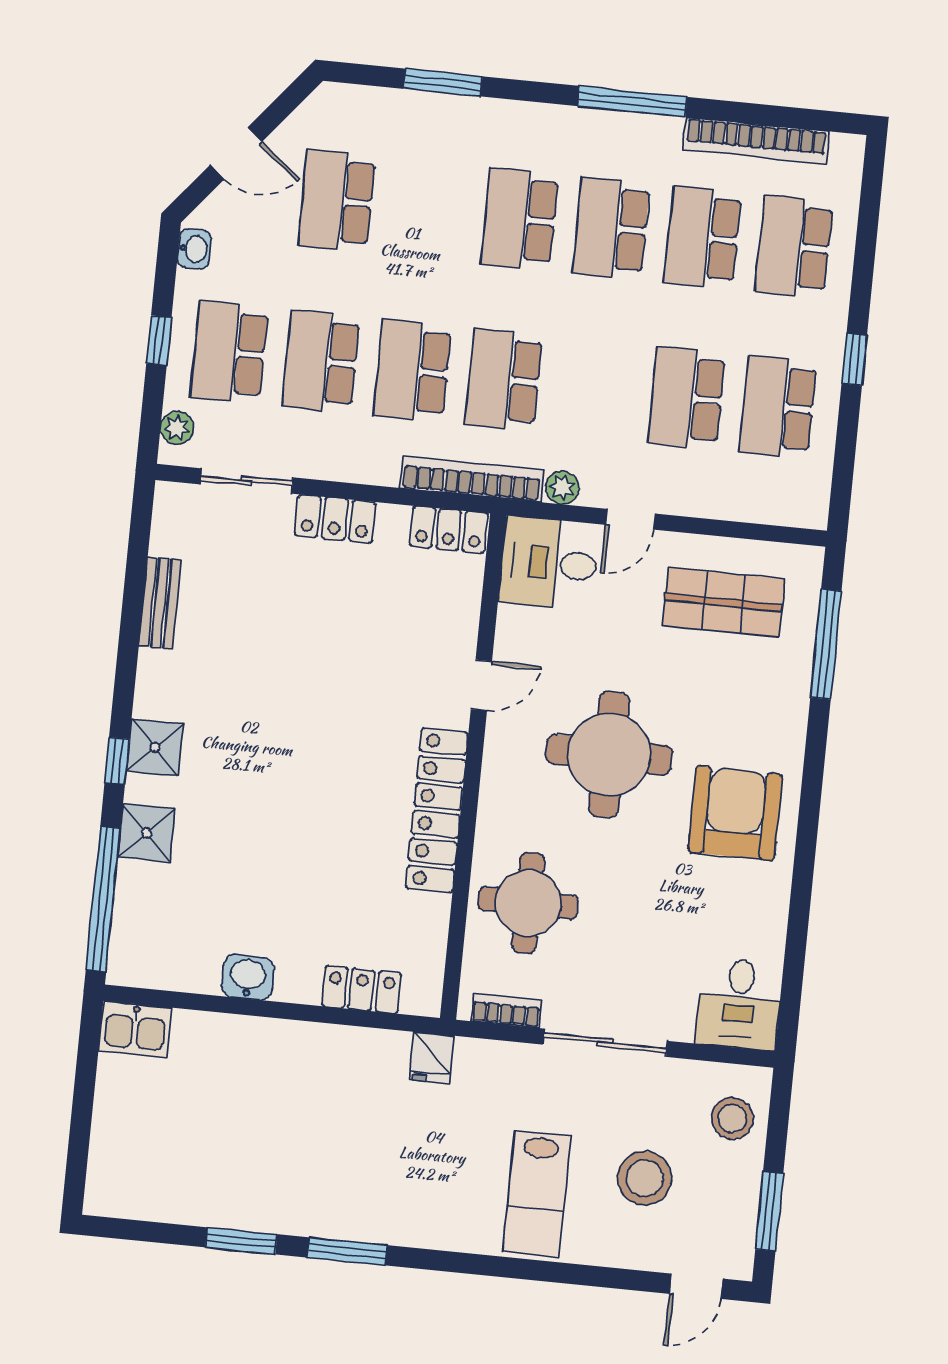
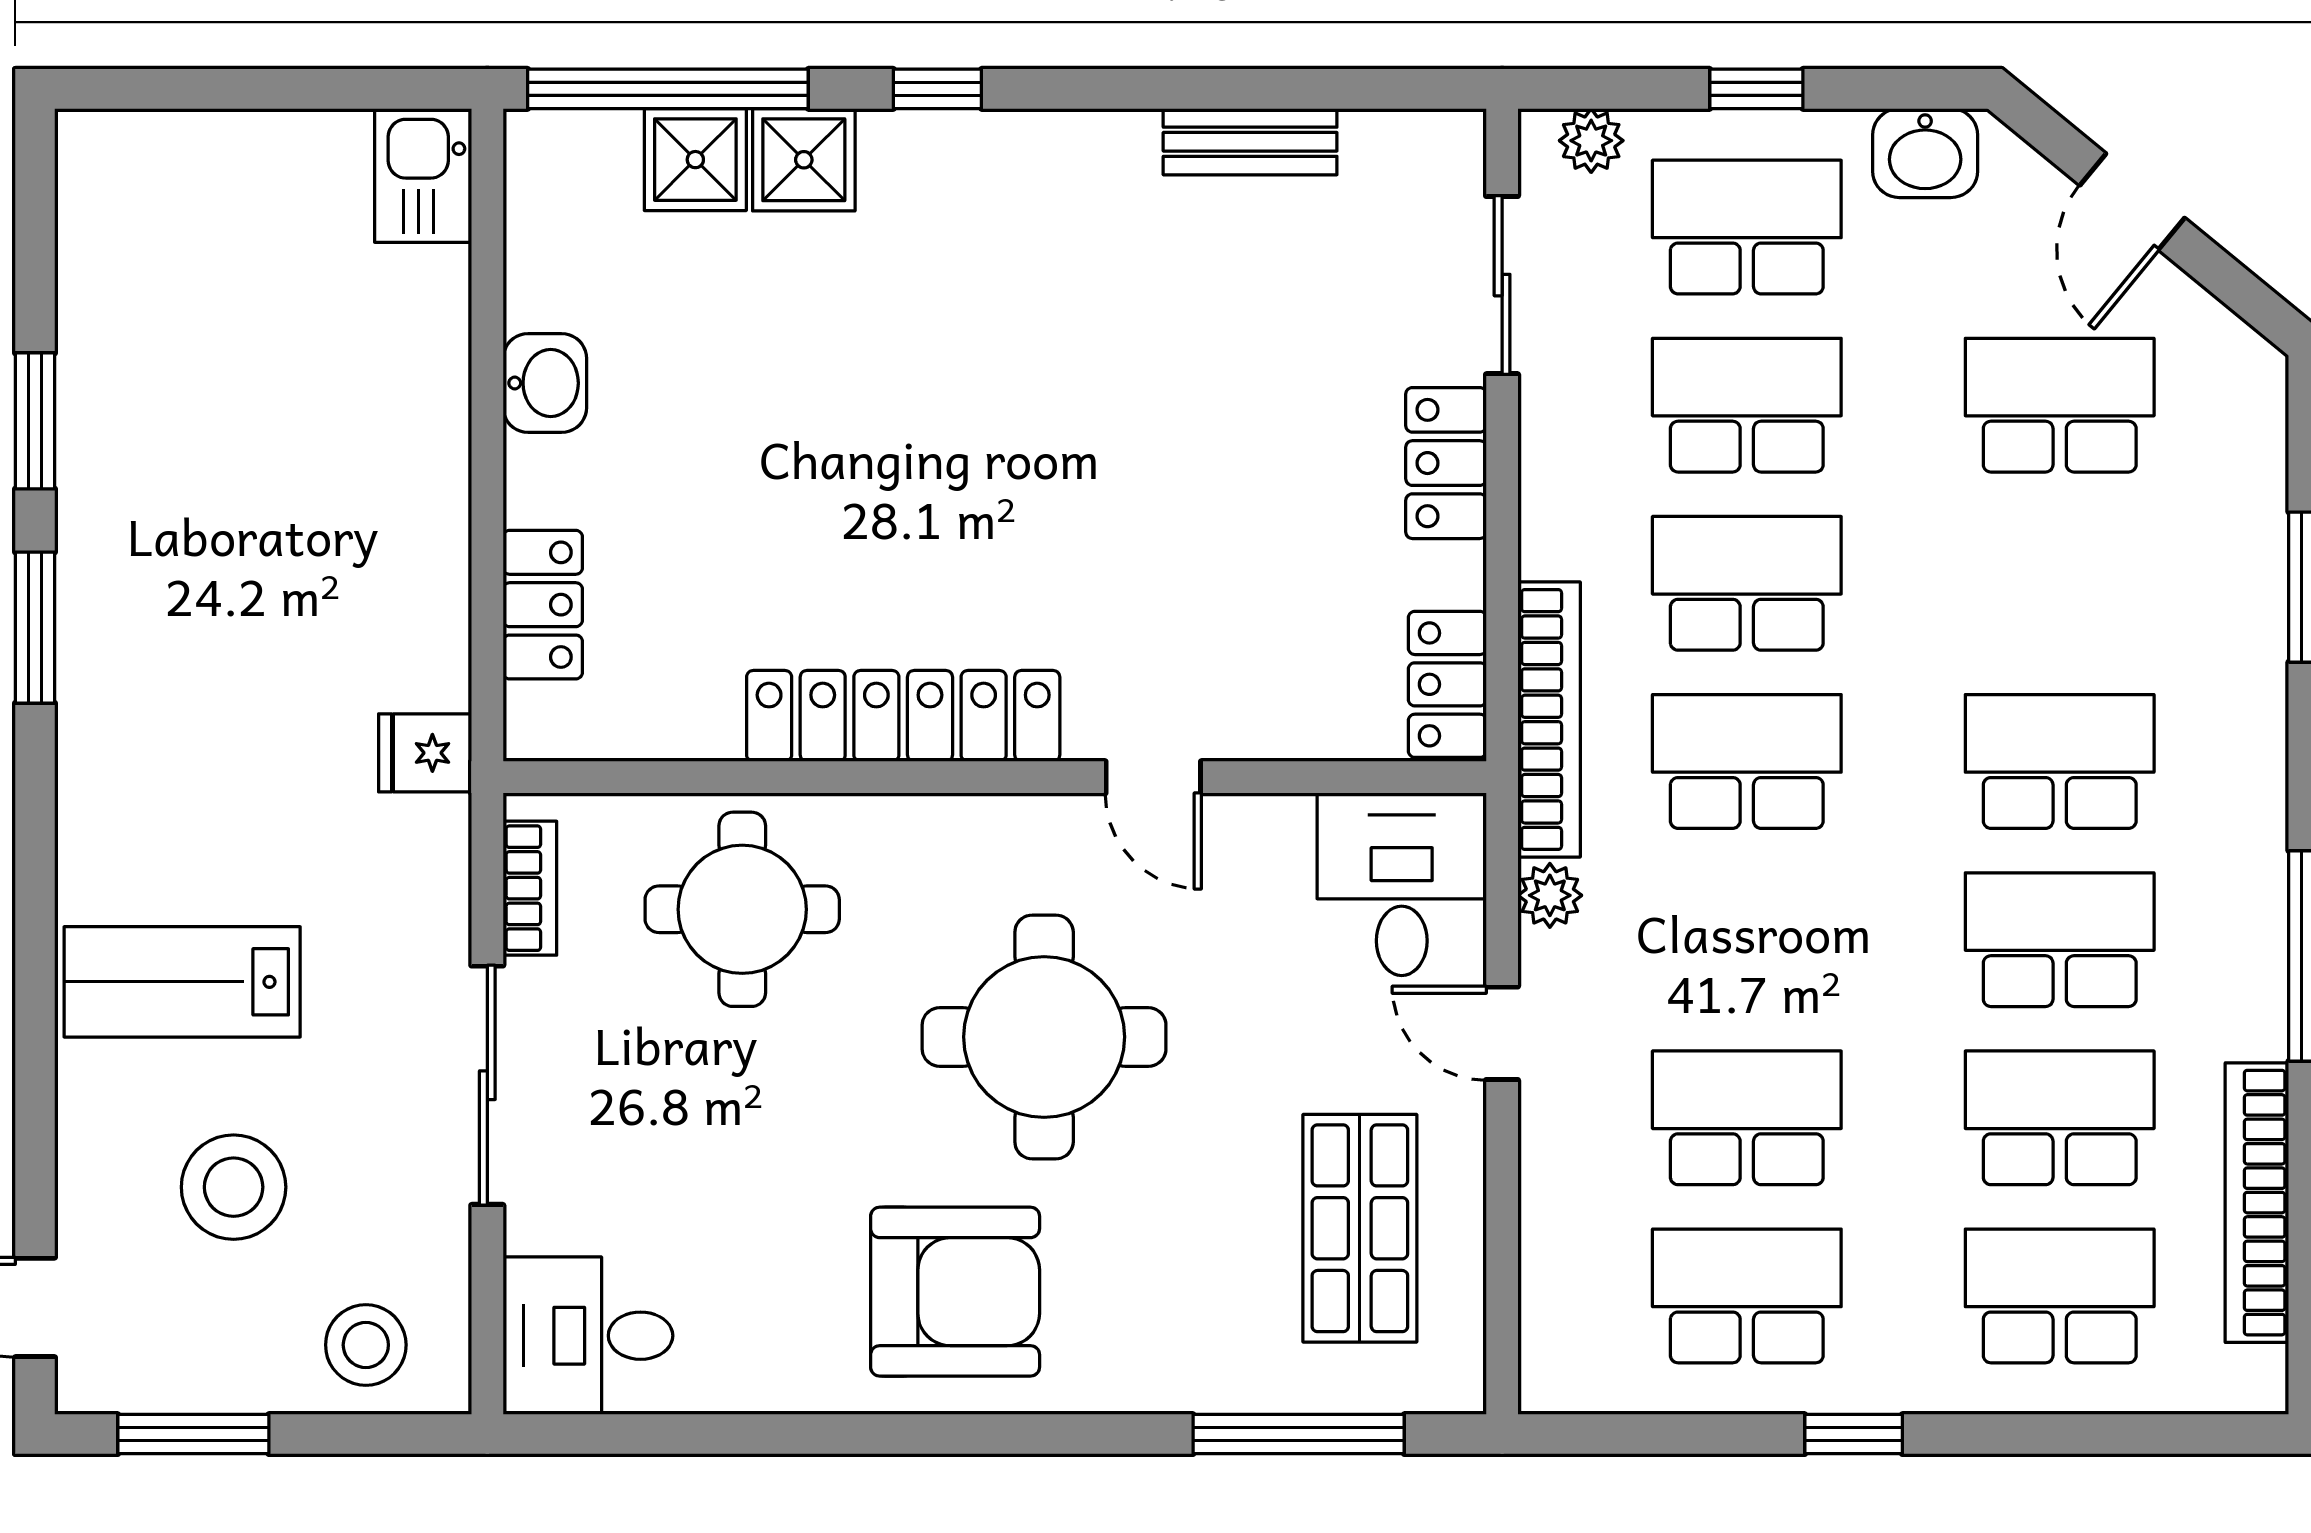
washbasin: (194, 249) -> (1925, 153), width x1.38, depth x1.45
shower: (155, 748) -> (695, 160), moved

